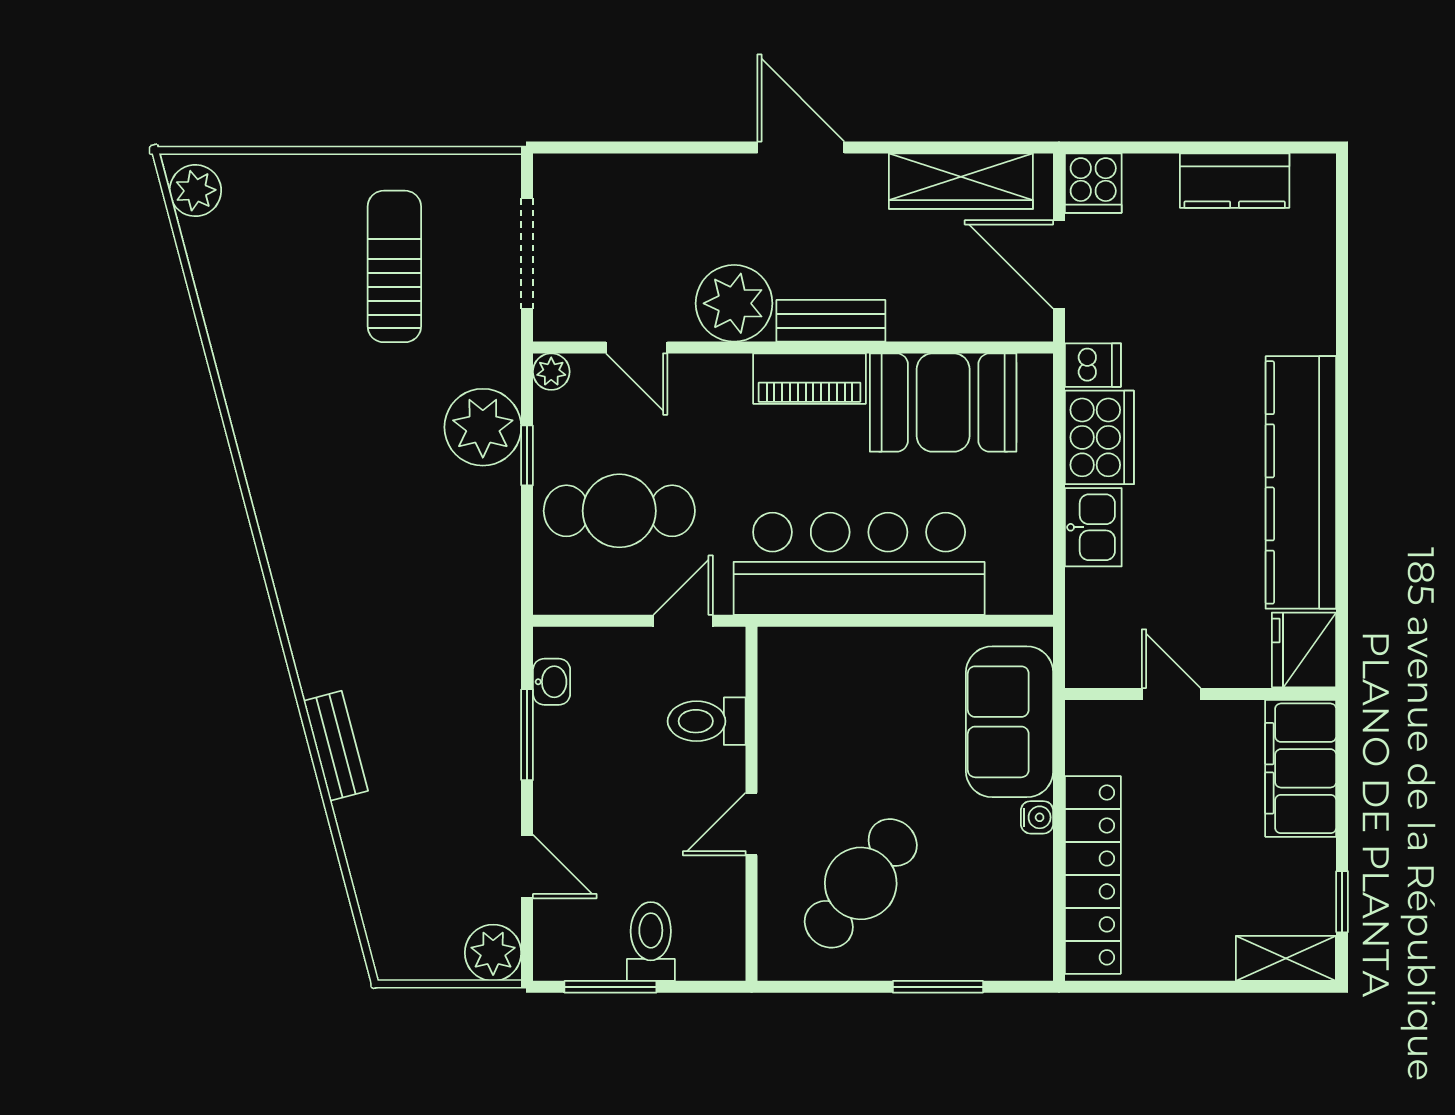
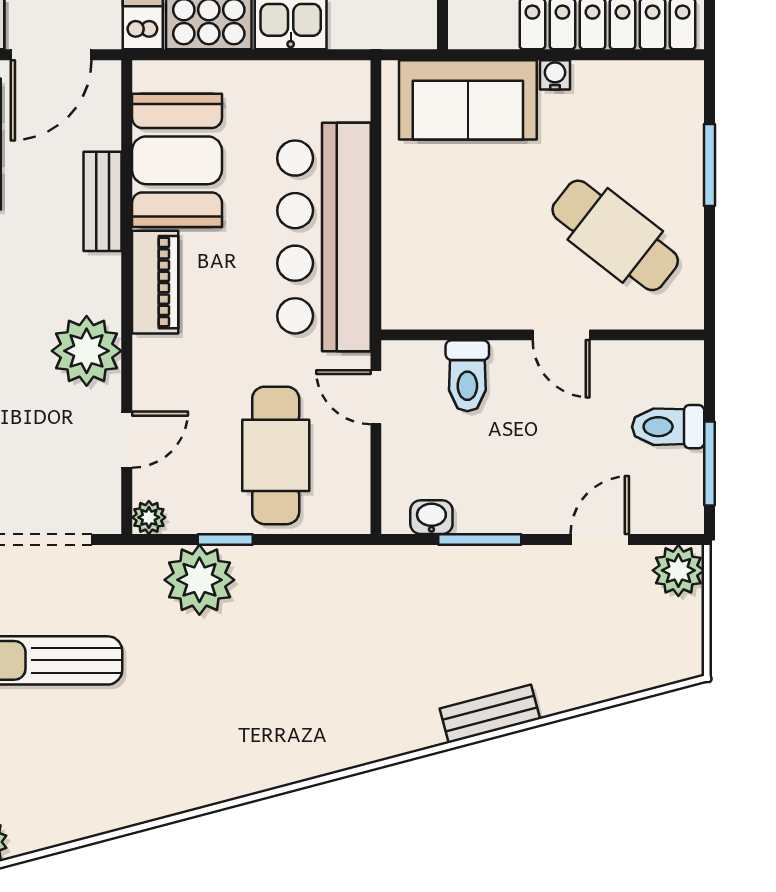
bench: (831, 321) -> (102, 201), moved

